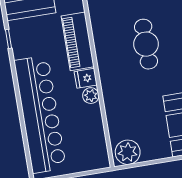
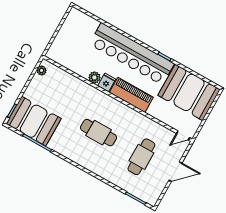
bar counter: (40, 114) -> (132, 54), moved
plant: (128, 152) -> (42, 70), width x0.53, depth x0.53

